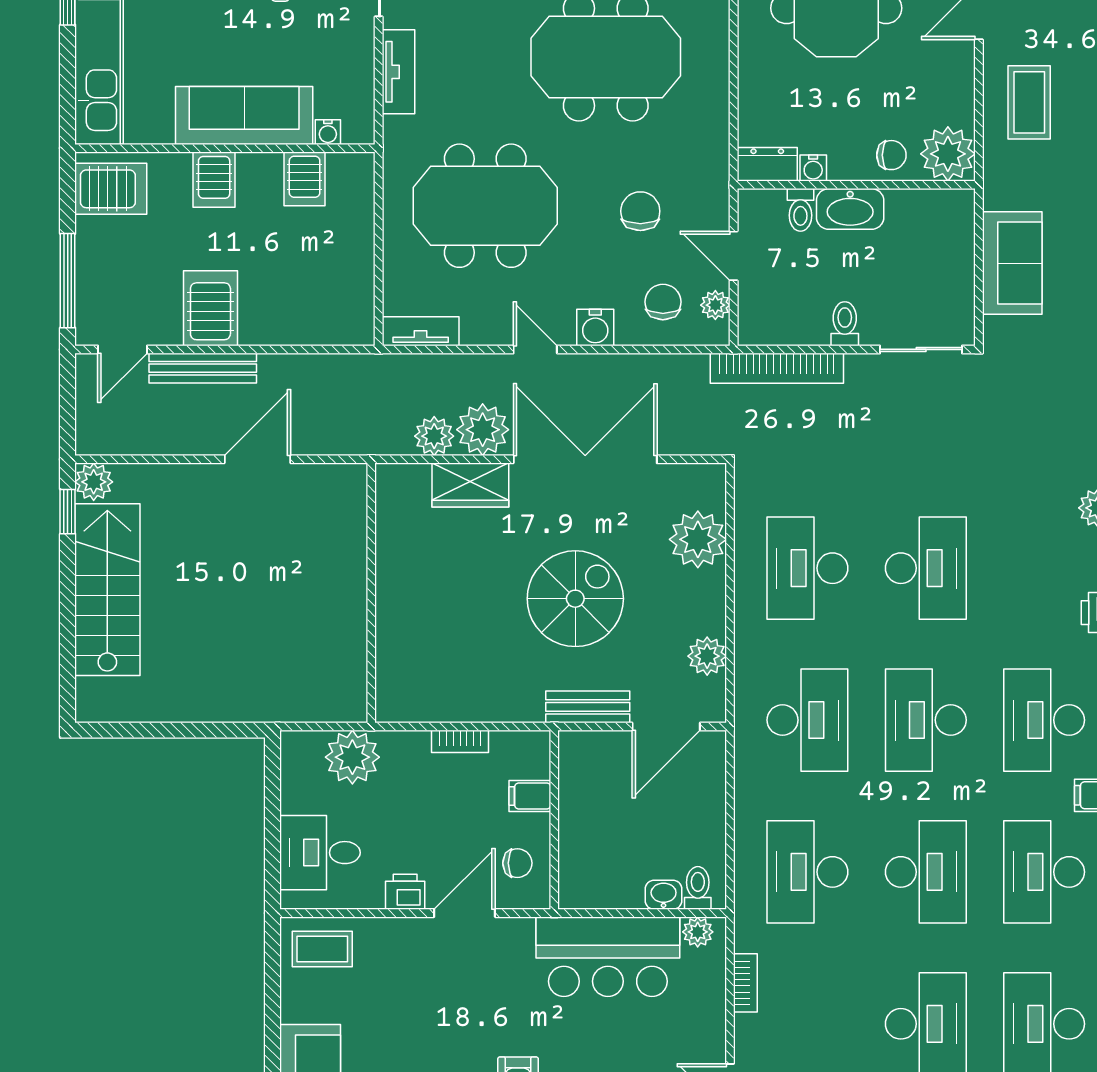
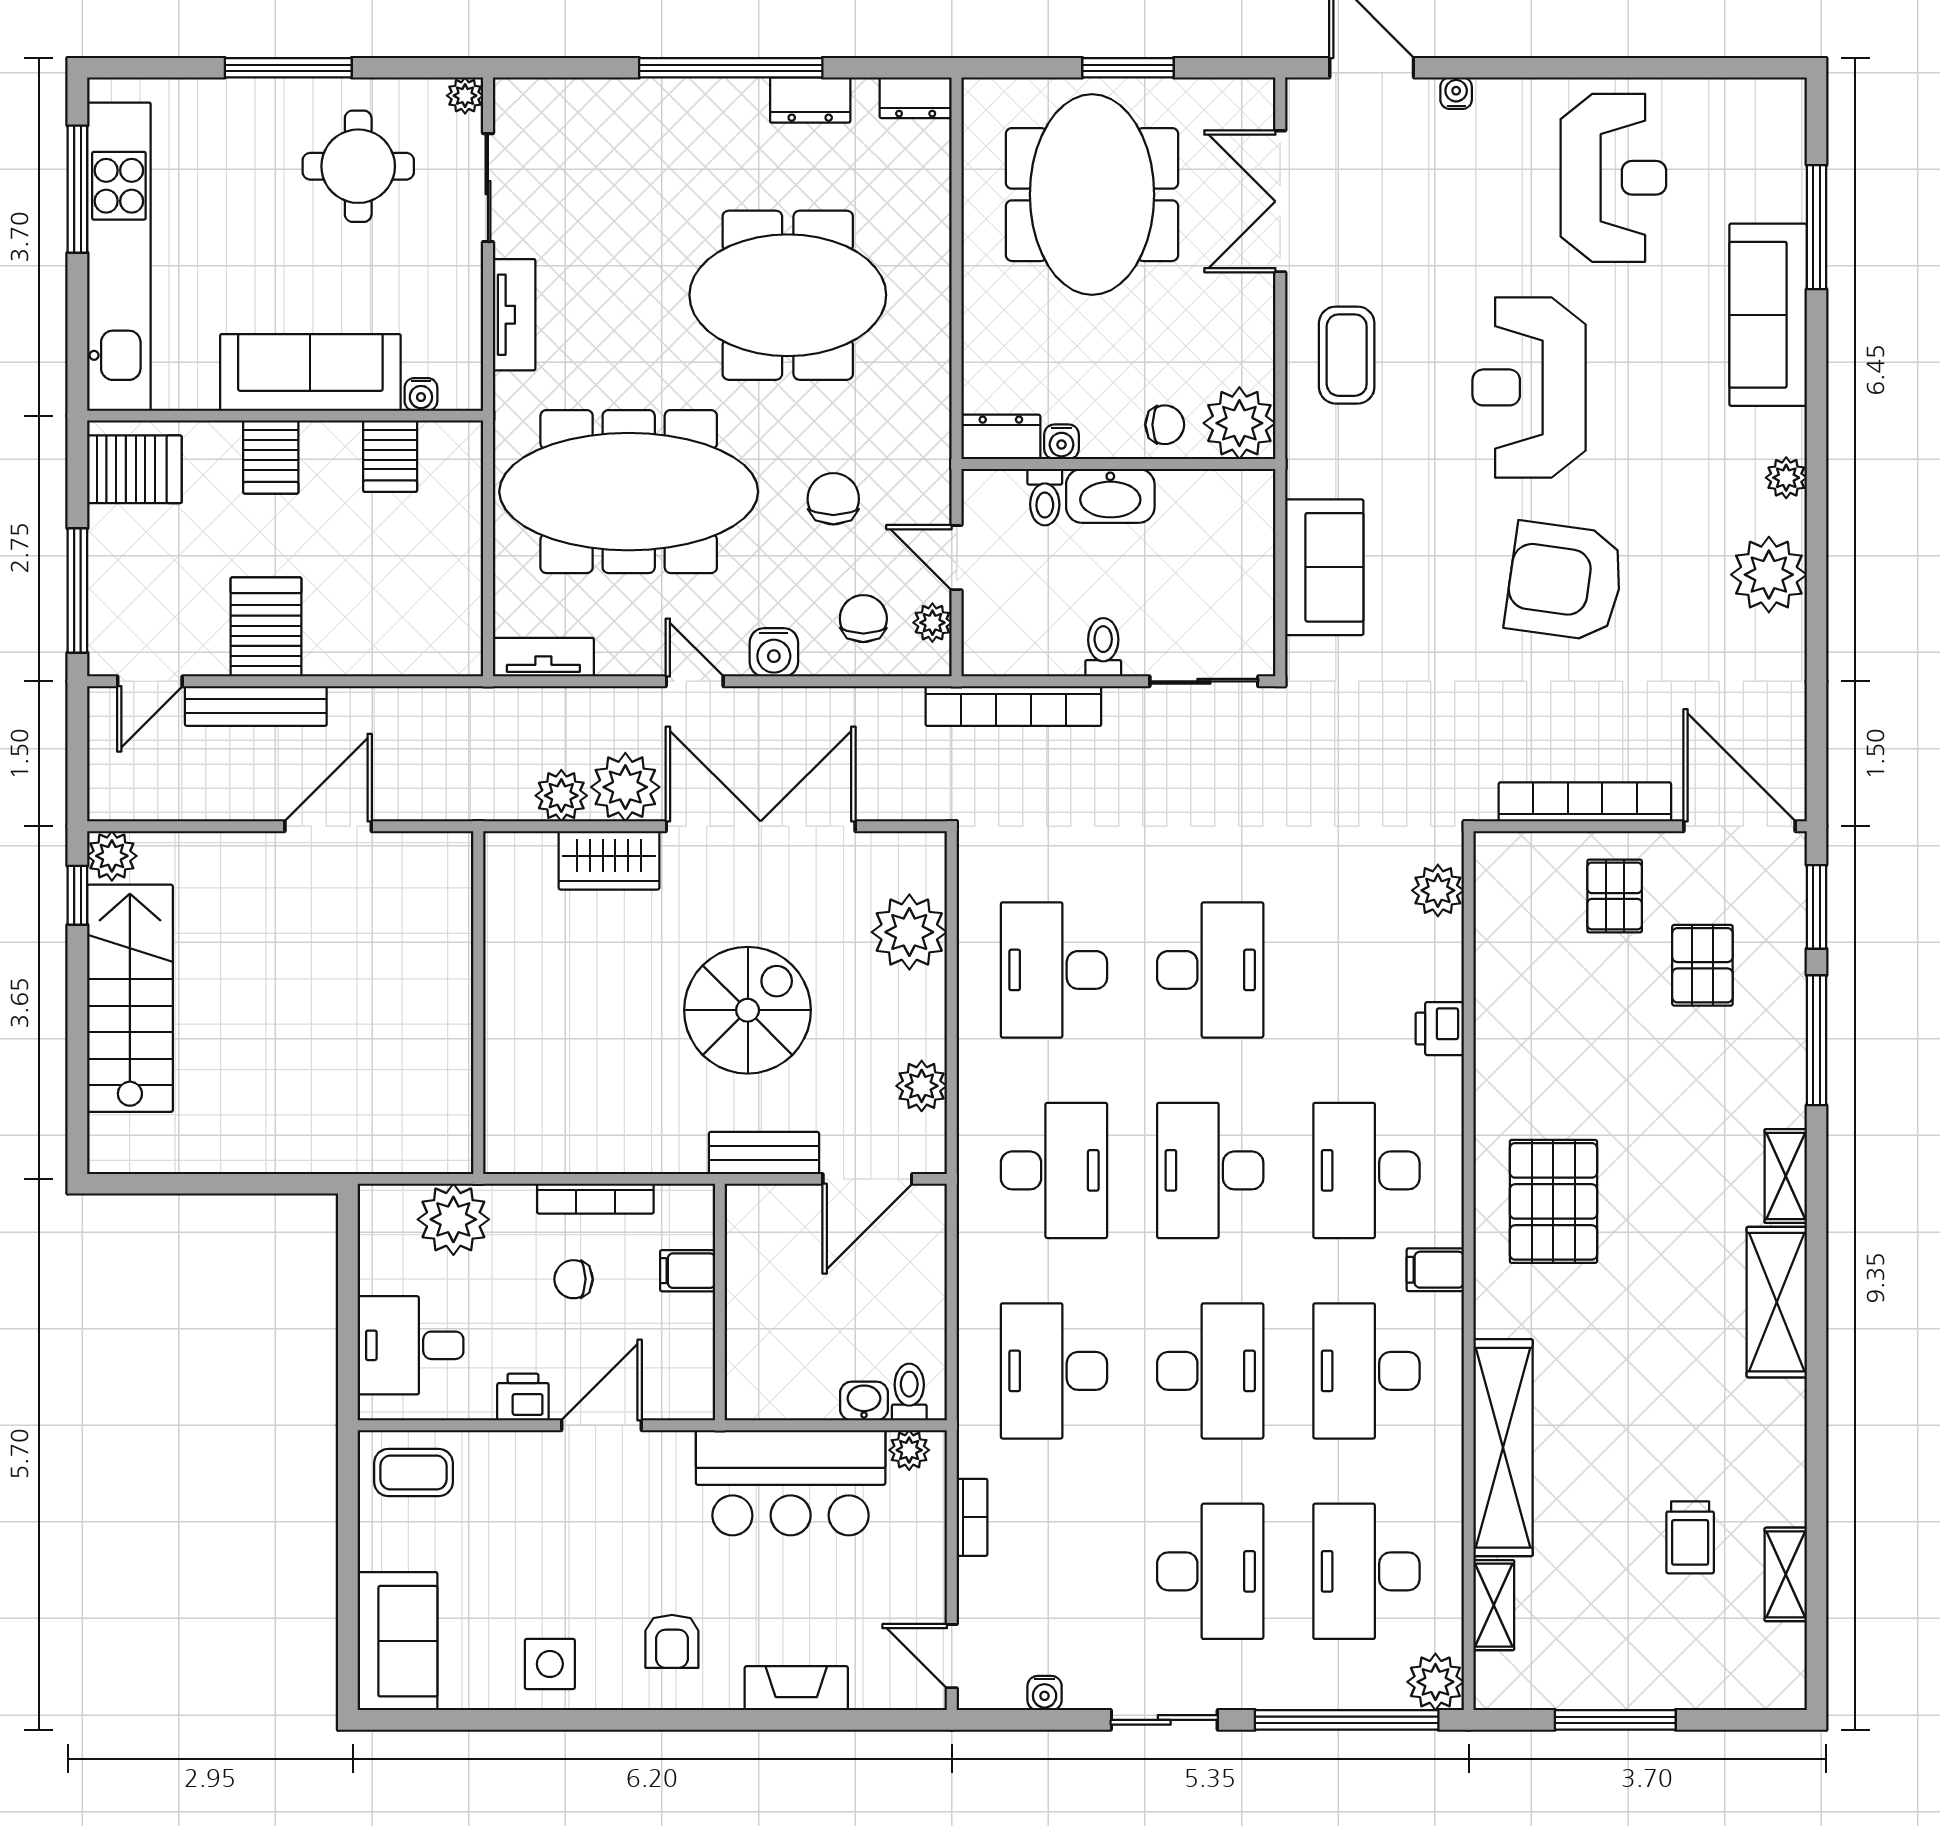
meeting table: (485, 206) -> (629, 492), width x1.36
bookcase: (460, 741) -> (595, 1199), width x1.56
chair: (517, 863) -> (573, 1279), moved, turned 180

